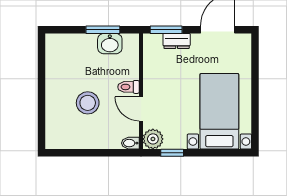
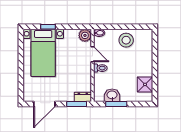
dresser: (177, 41) -> (83, 97), moved
shower: (57, 61) -> (145, 84), added
stool: (88, 103) -> (126, 40), moved
window: (172, 153) -> (48, 27), moved

